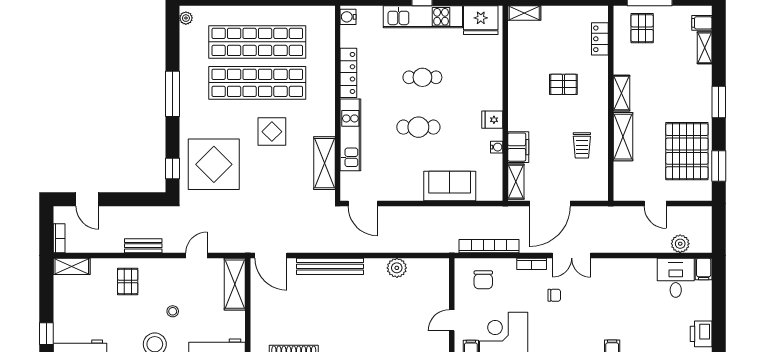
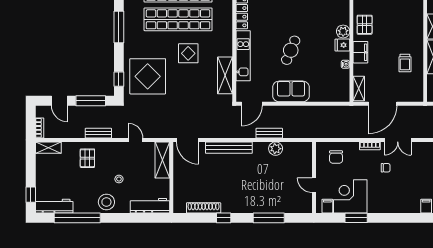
cafe table: (422, 77) -> (294, 15), removed
pallet: (563, 84) -> (365, 25), moved, turned 90
plant: (493, 100) -> (343, 31), added
cafe table: (418, 127) -> (291, 50), turned -67
filing cabinet: (518, 147) -> (360, 52), moved
sofa: (450, 186) -> (291, 91), moved
window: (132, 199) -> (91, 101), added
door: (363, 204) -> (252, 104), hinge flipped
bench: (388, 246) -> (269, 133), added
bookcase: (489, 246) -> (340, 133), removed
door: (196, 255) -> (136, 140), hinge flipped
door: (452, 320) -> (314, 185), hinge flipped

